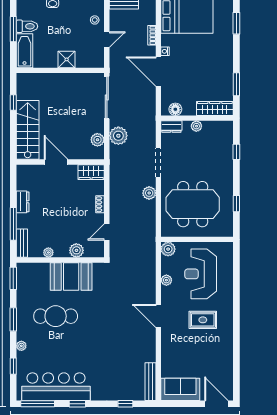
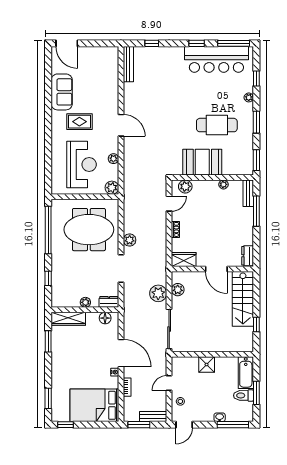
dresser: (23, 202) -> (248, 256), moved
window: (236, 204) -> (48, 230), width x3.17
plant: (76, 250) -> (185, 186), moved
sofa: (180, 389) -> (62, 92), moved, turned -90

